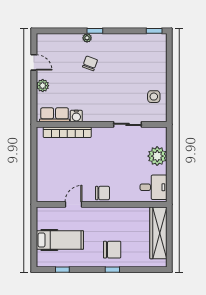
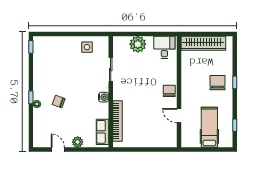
door: (34, 62) -> (58, 150), hinge flipped
water cooler: (76, 116) -> (104, 97), moved

